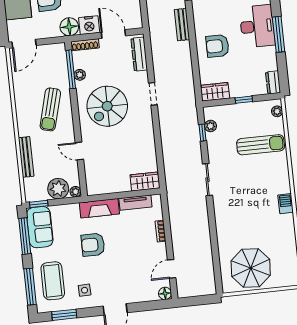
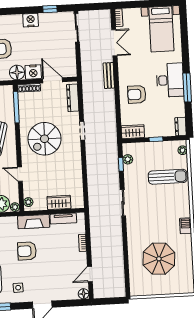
plant: (80, 75) -> (28, 202), moved
wardrobe: (145, 181) -> (59, 202), moved
parasol: (251, 268) -> (159, 259), moved

